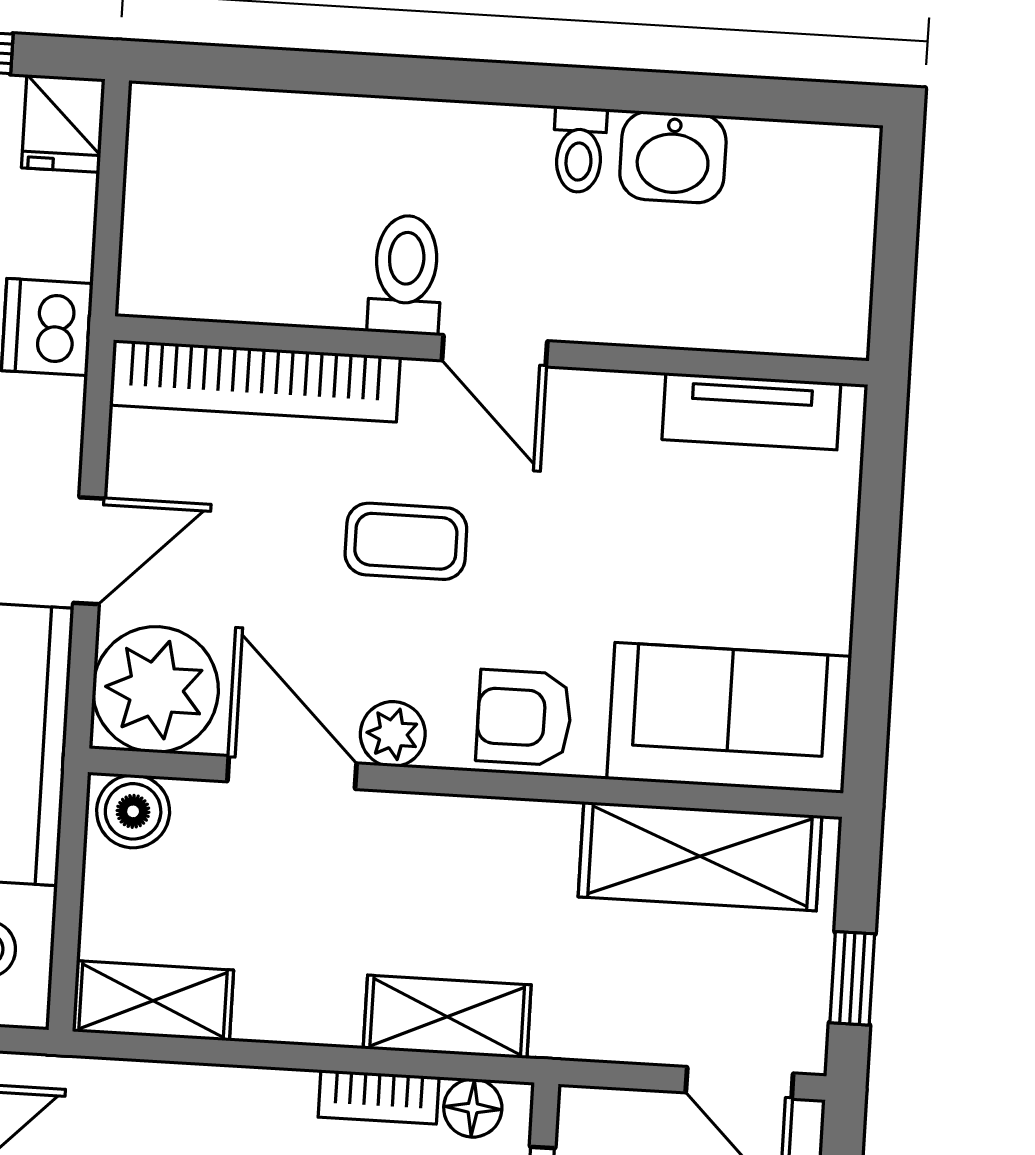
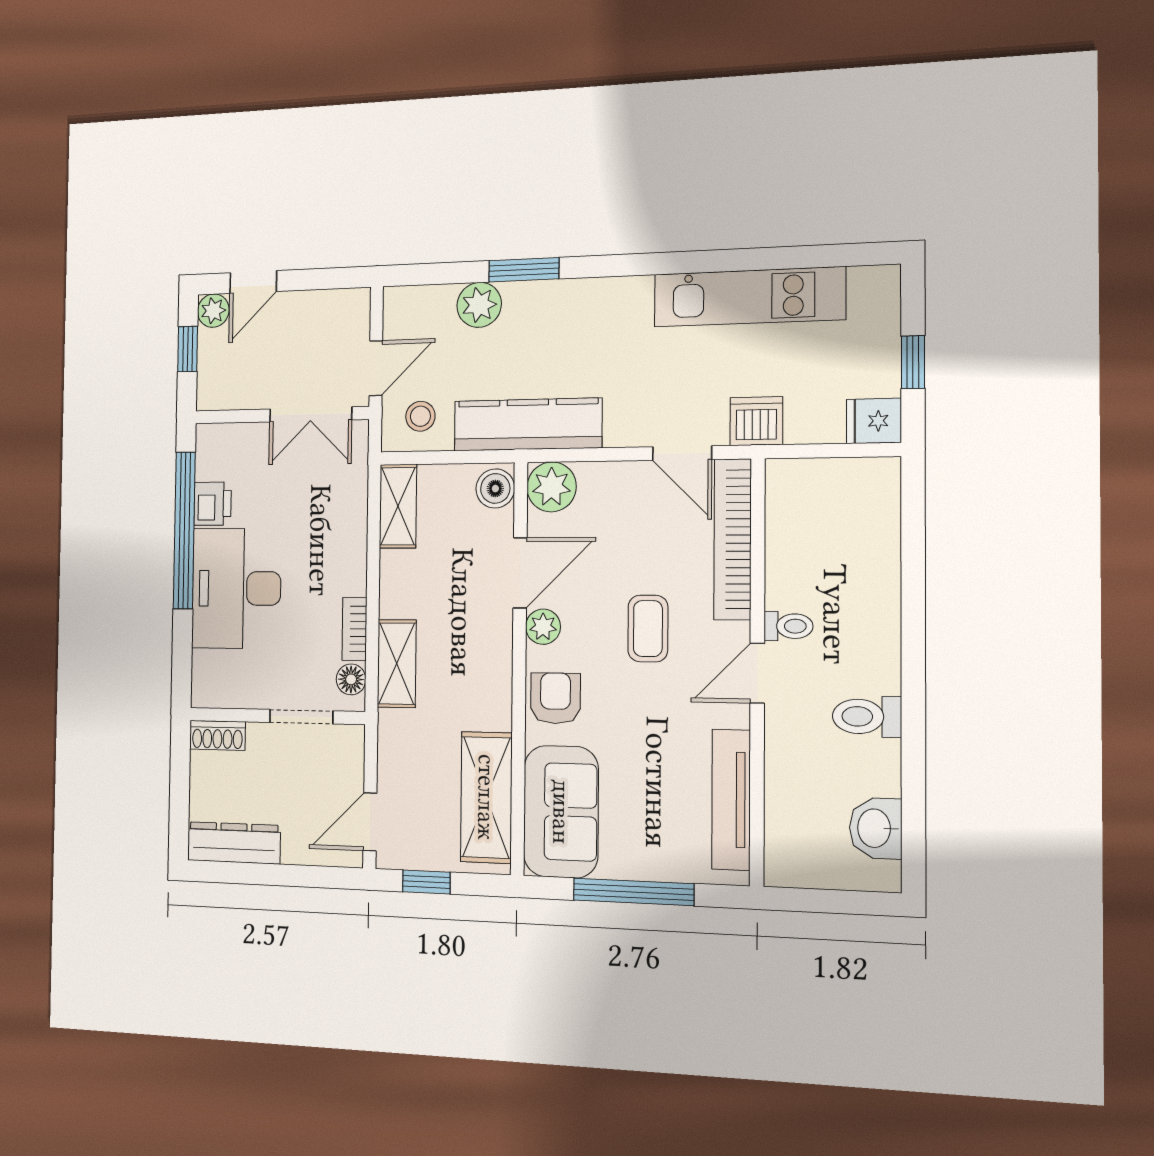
toilet: (579, 150) -> (867, 717), width x1.37, depth x1.39
washbasin: (673, 157) -> (876, 828), moved
toilet: (406, 275) -> (788, 626), width x0.73, depth x0.72
tv unit: (751, 411) -> (731, 800), width x1.41
door: (89, 551) -> (682, 453), moved
window: (875, 593) -> (633, 892), added
plant: (156, 689) -> (552, 487), width x0.73, depth x0.73

